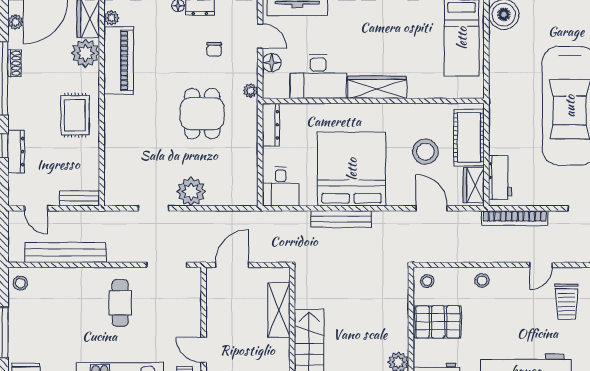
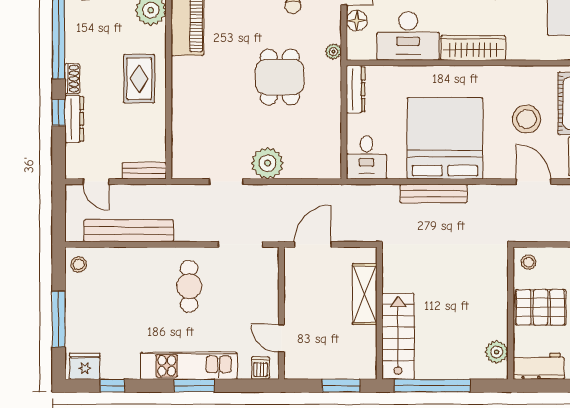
shoe rack: (14, 63) -> (72, 79), moved

